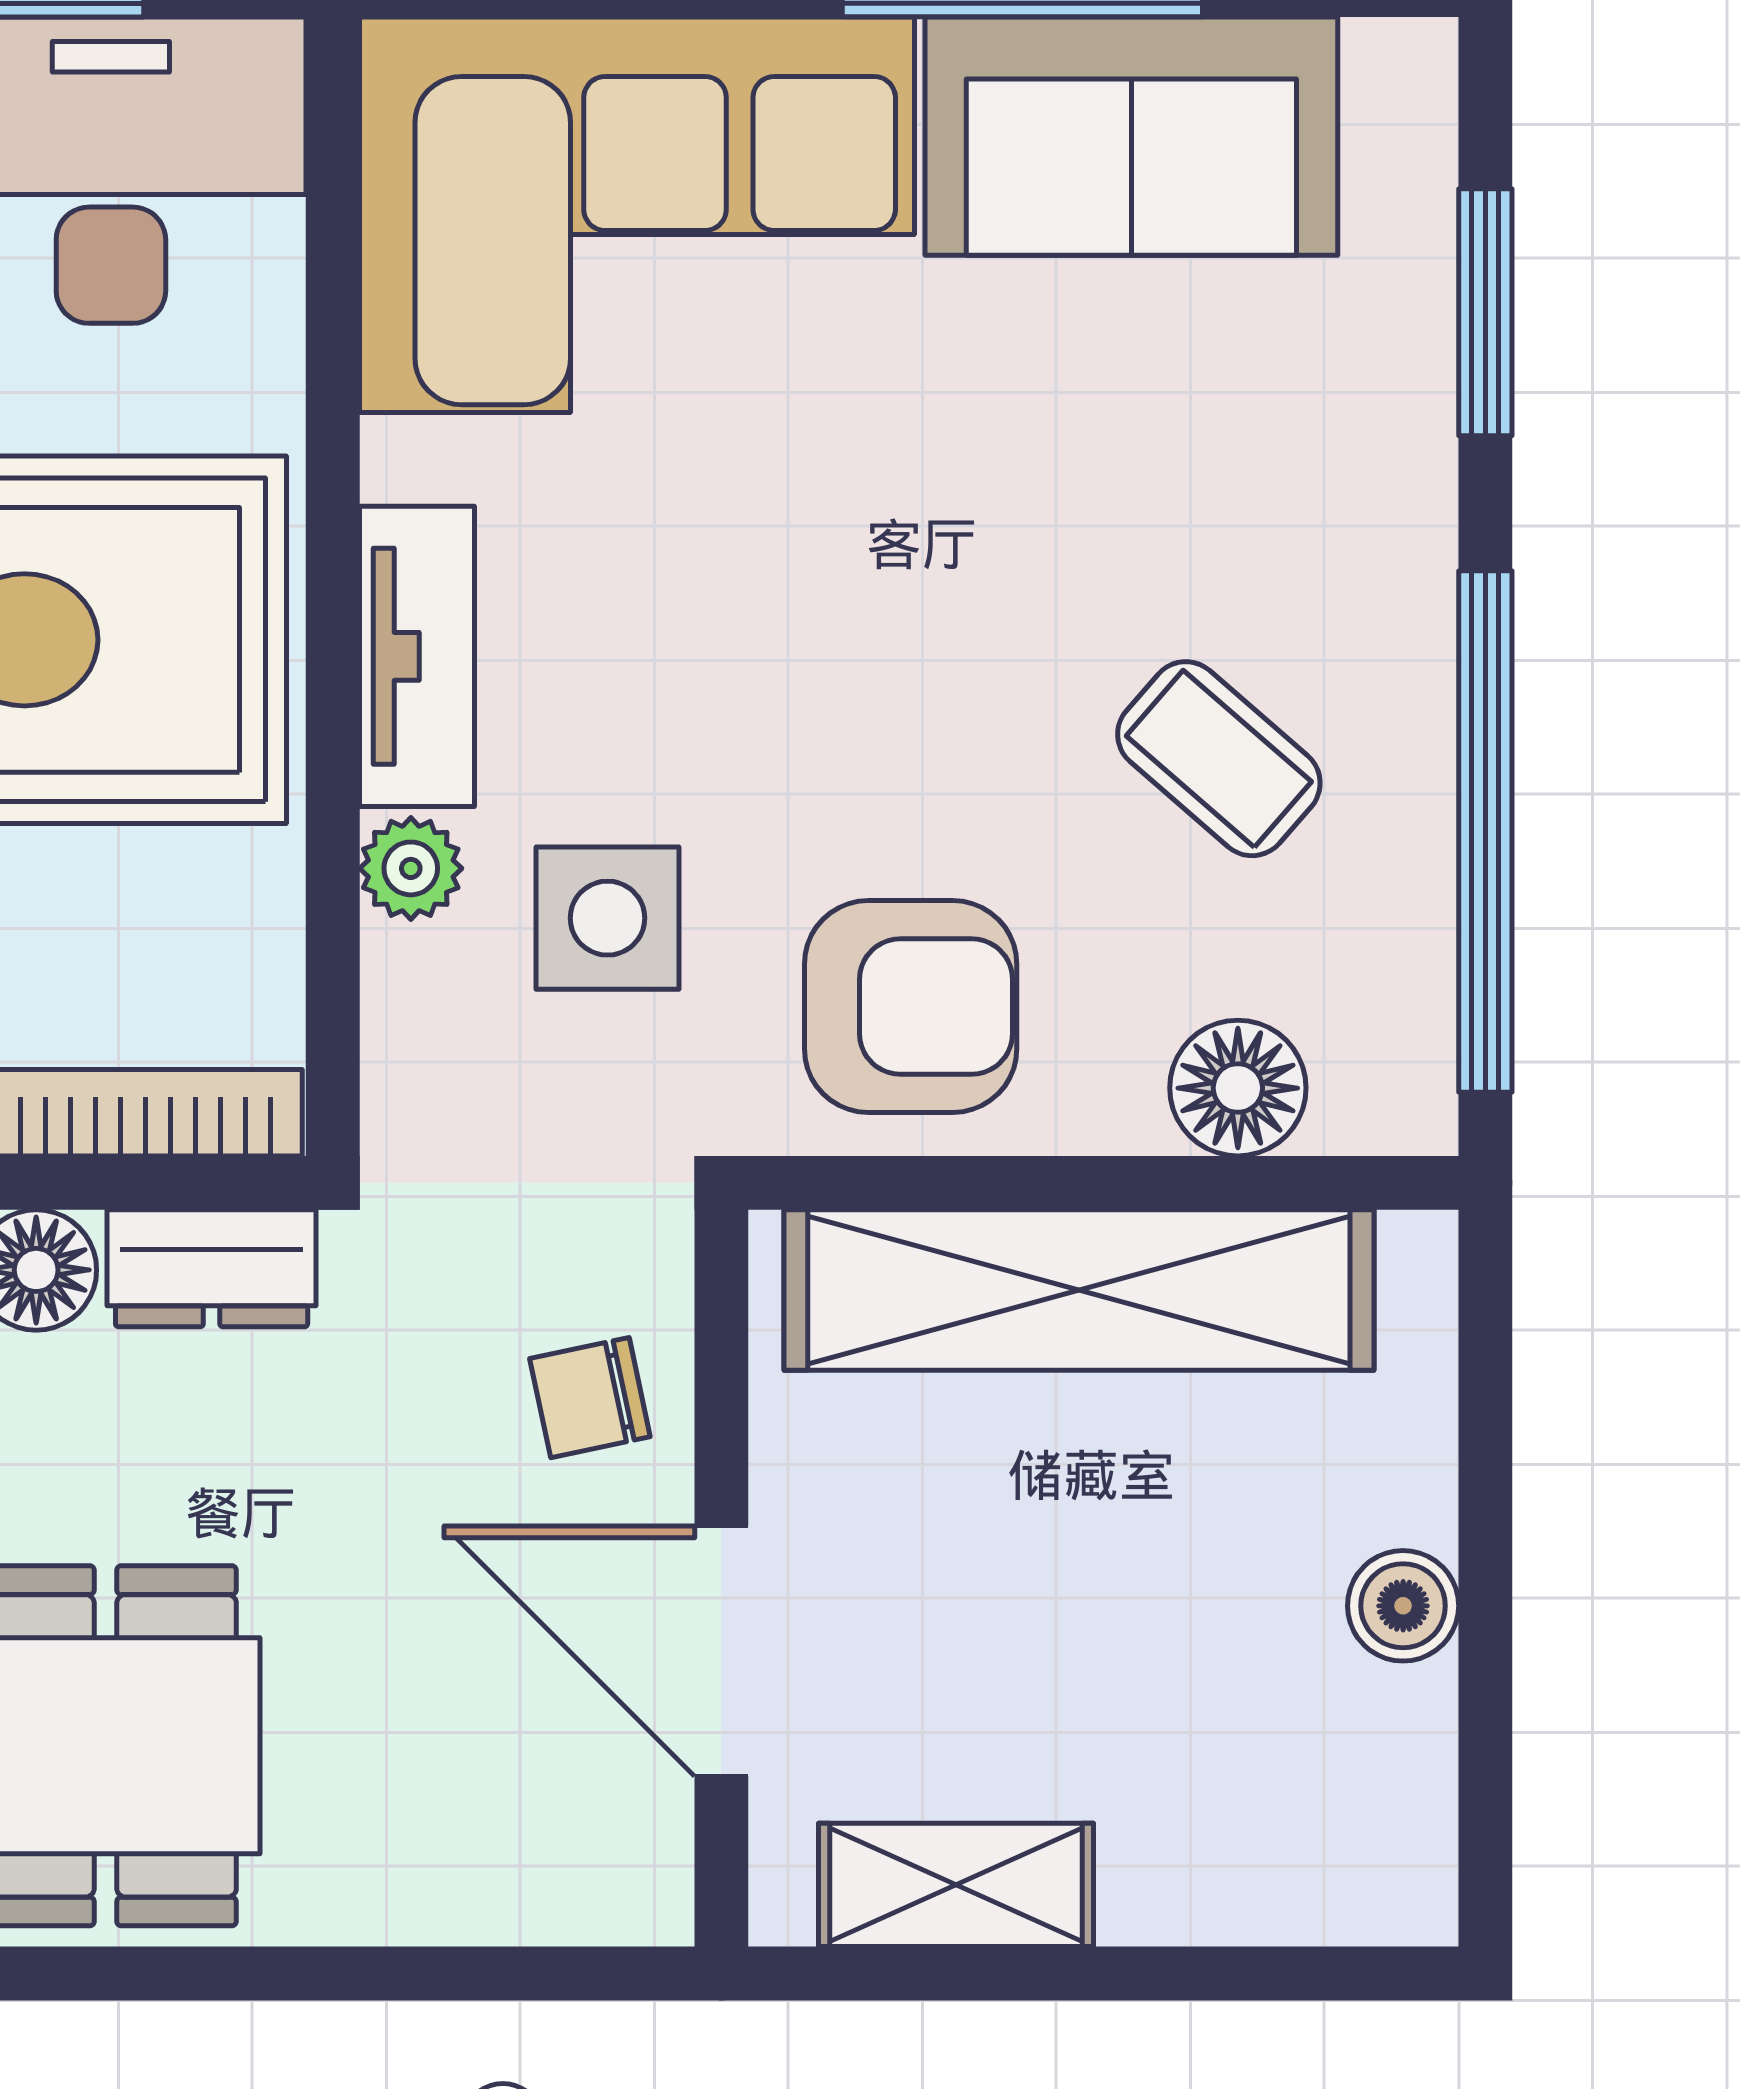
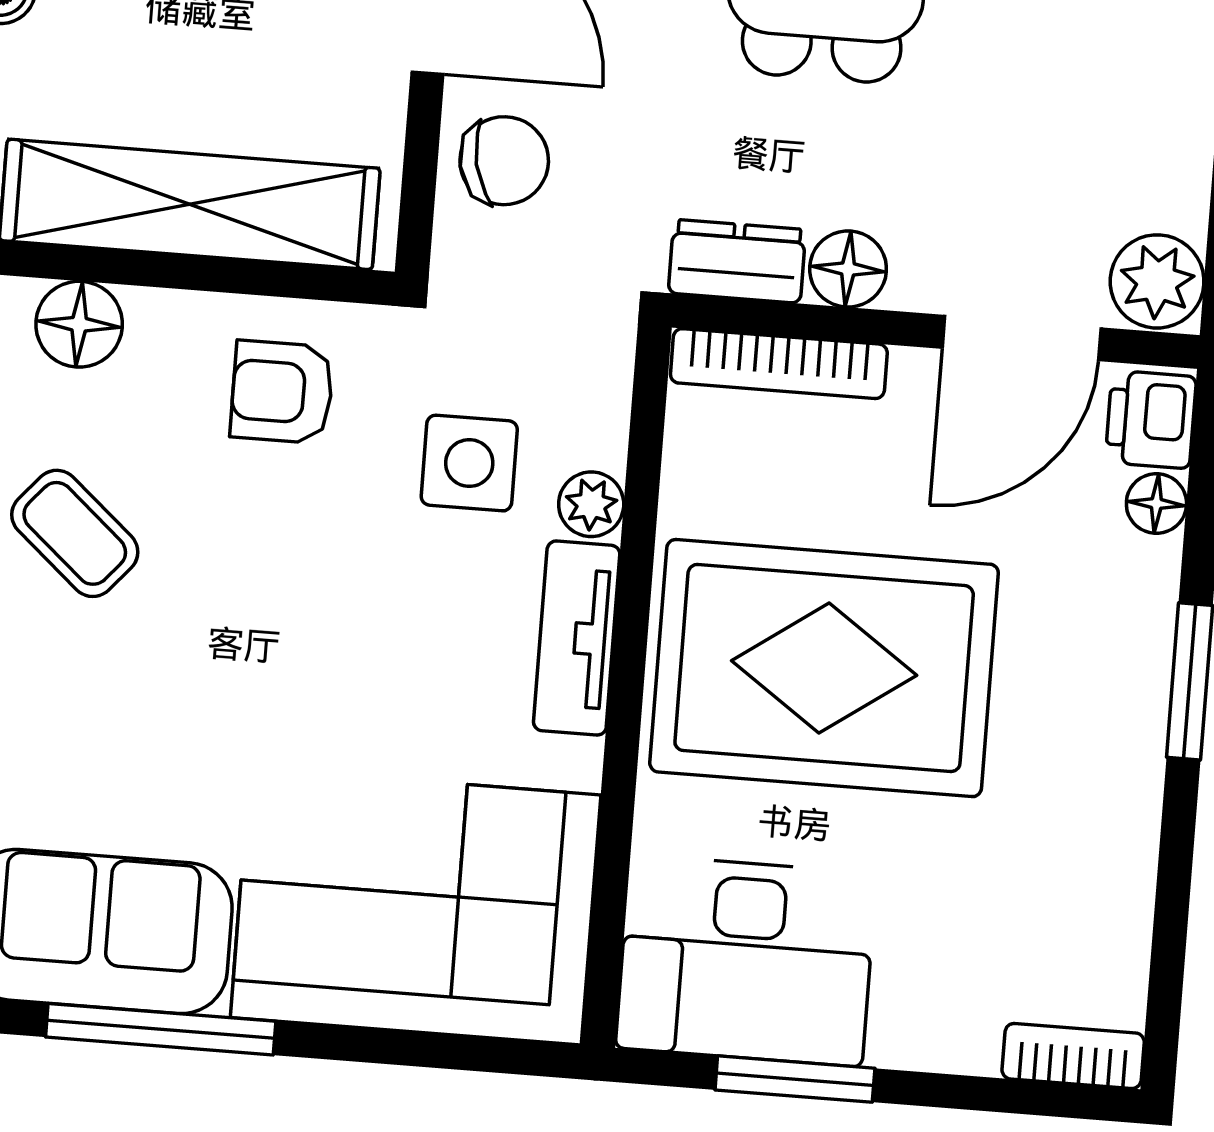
armchair: (911, 1006) -> (282, 392), width x0.72, depth x0.72
chair: (590, 1398) -> (504, 161), width x1.37, depth x1.37

